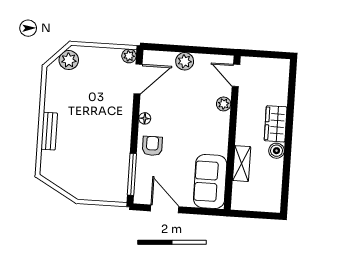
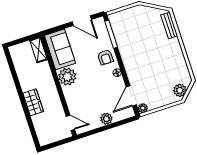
plant: (224, 104) -> (67, 77), moved, width x1.88, depth x1.88
bench: (49, 131) -> (169, 25), moved
boiler: (277, 151) -> (26, 86), removed
shelving: (242, 164) -> (38, 50), moved

